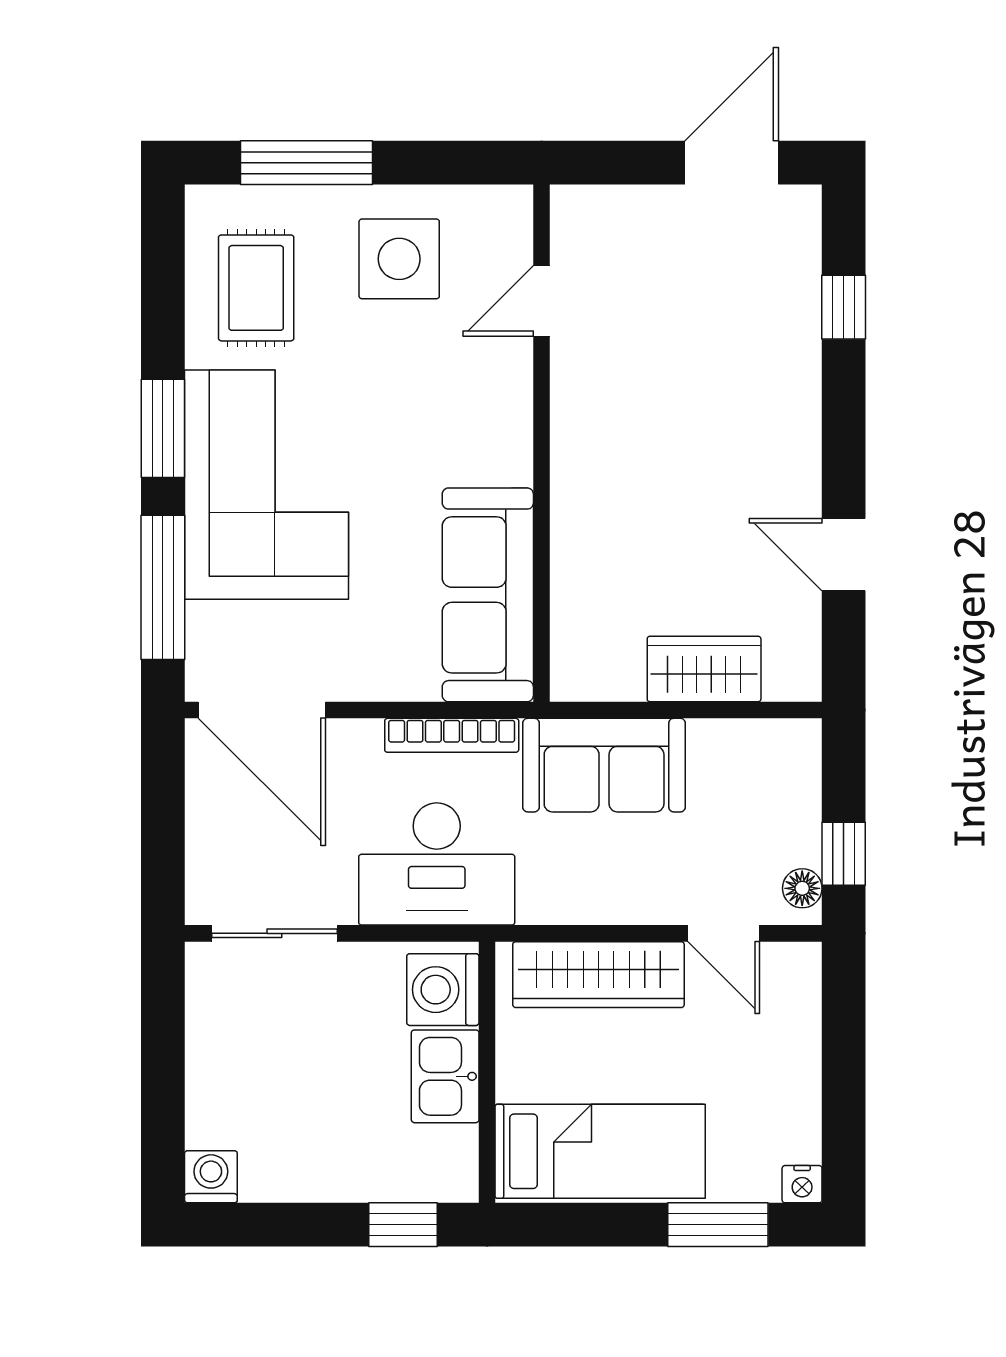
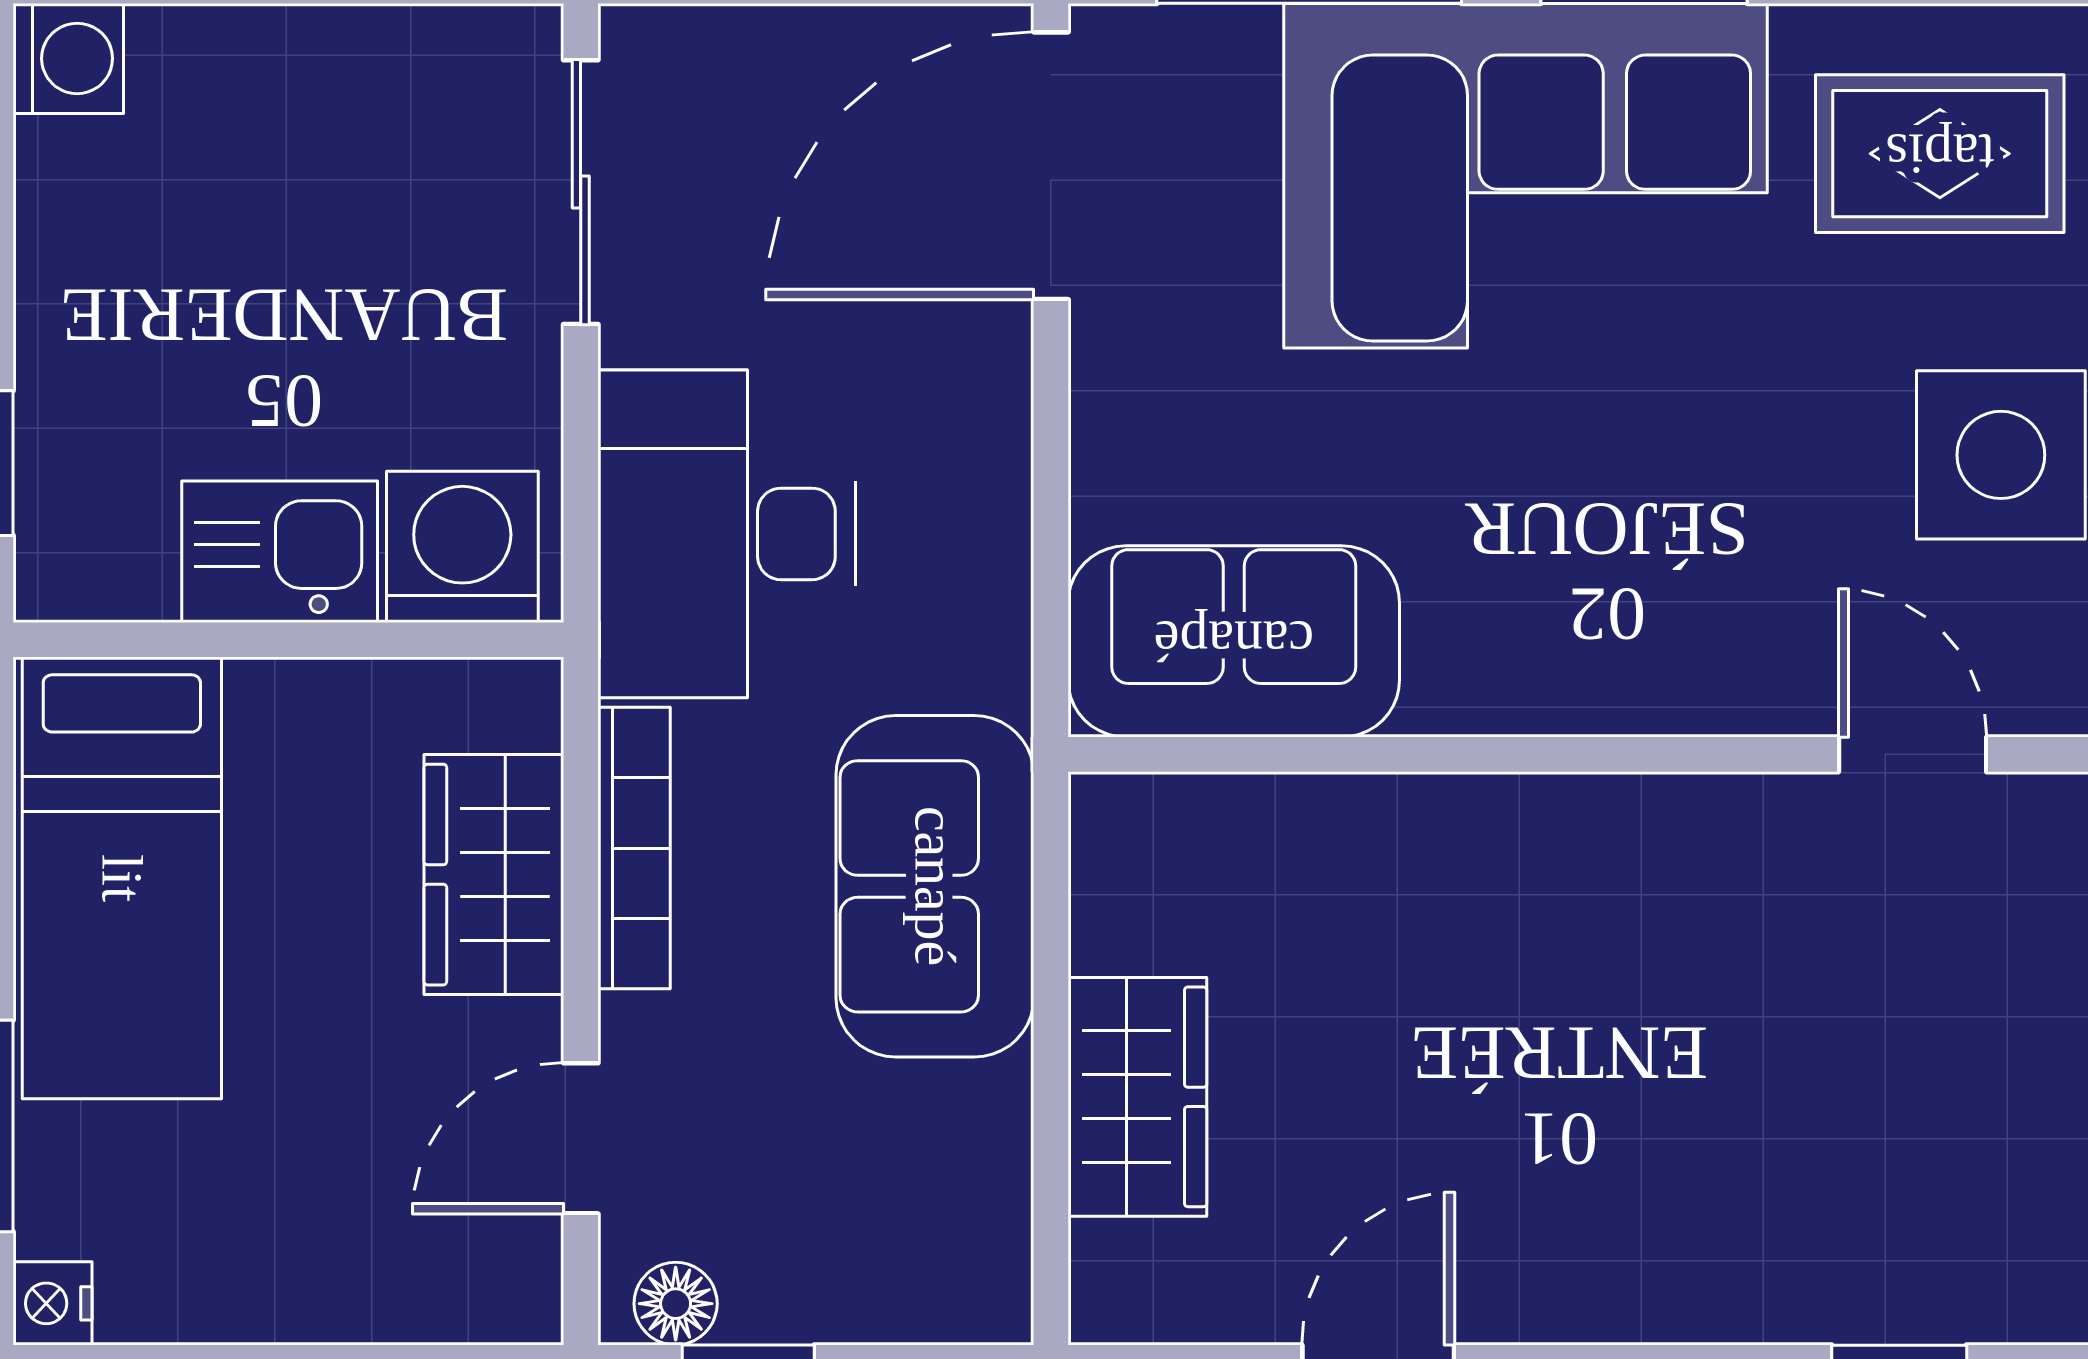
sofa: (488, 595) -> (1234, 641), width x0.73
bookcase: (452, 735) -> (634, 848), moved, turned 180
wardrobe: (598, 975) -> (494, 875), width x0.67

